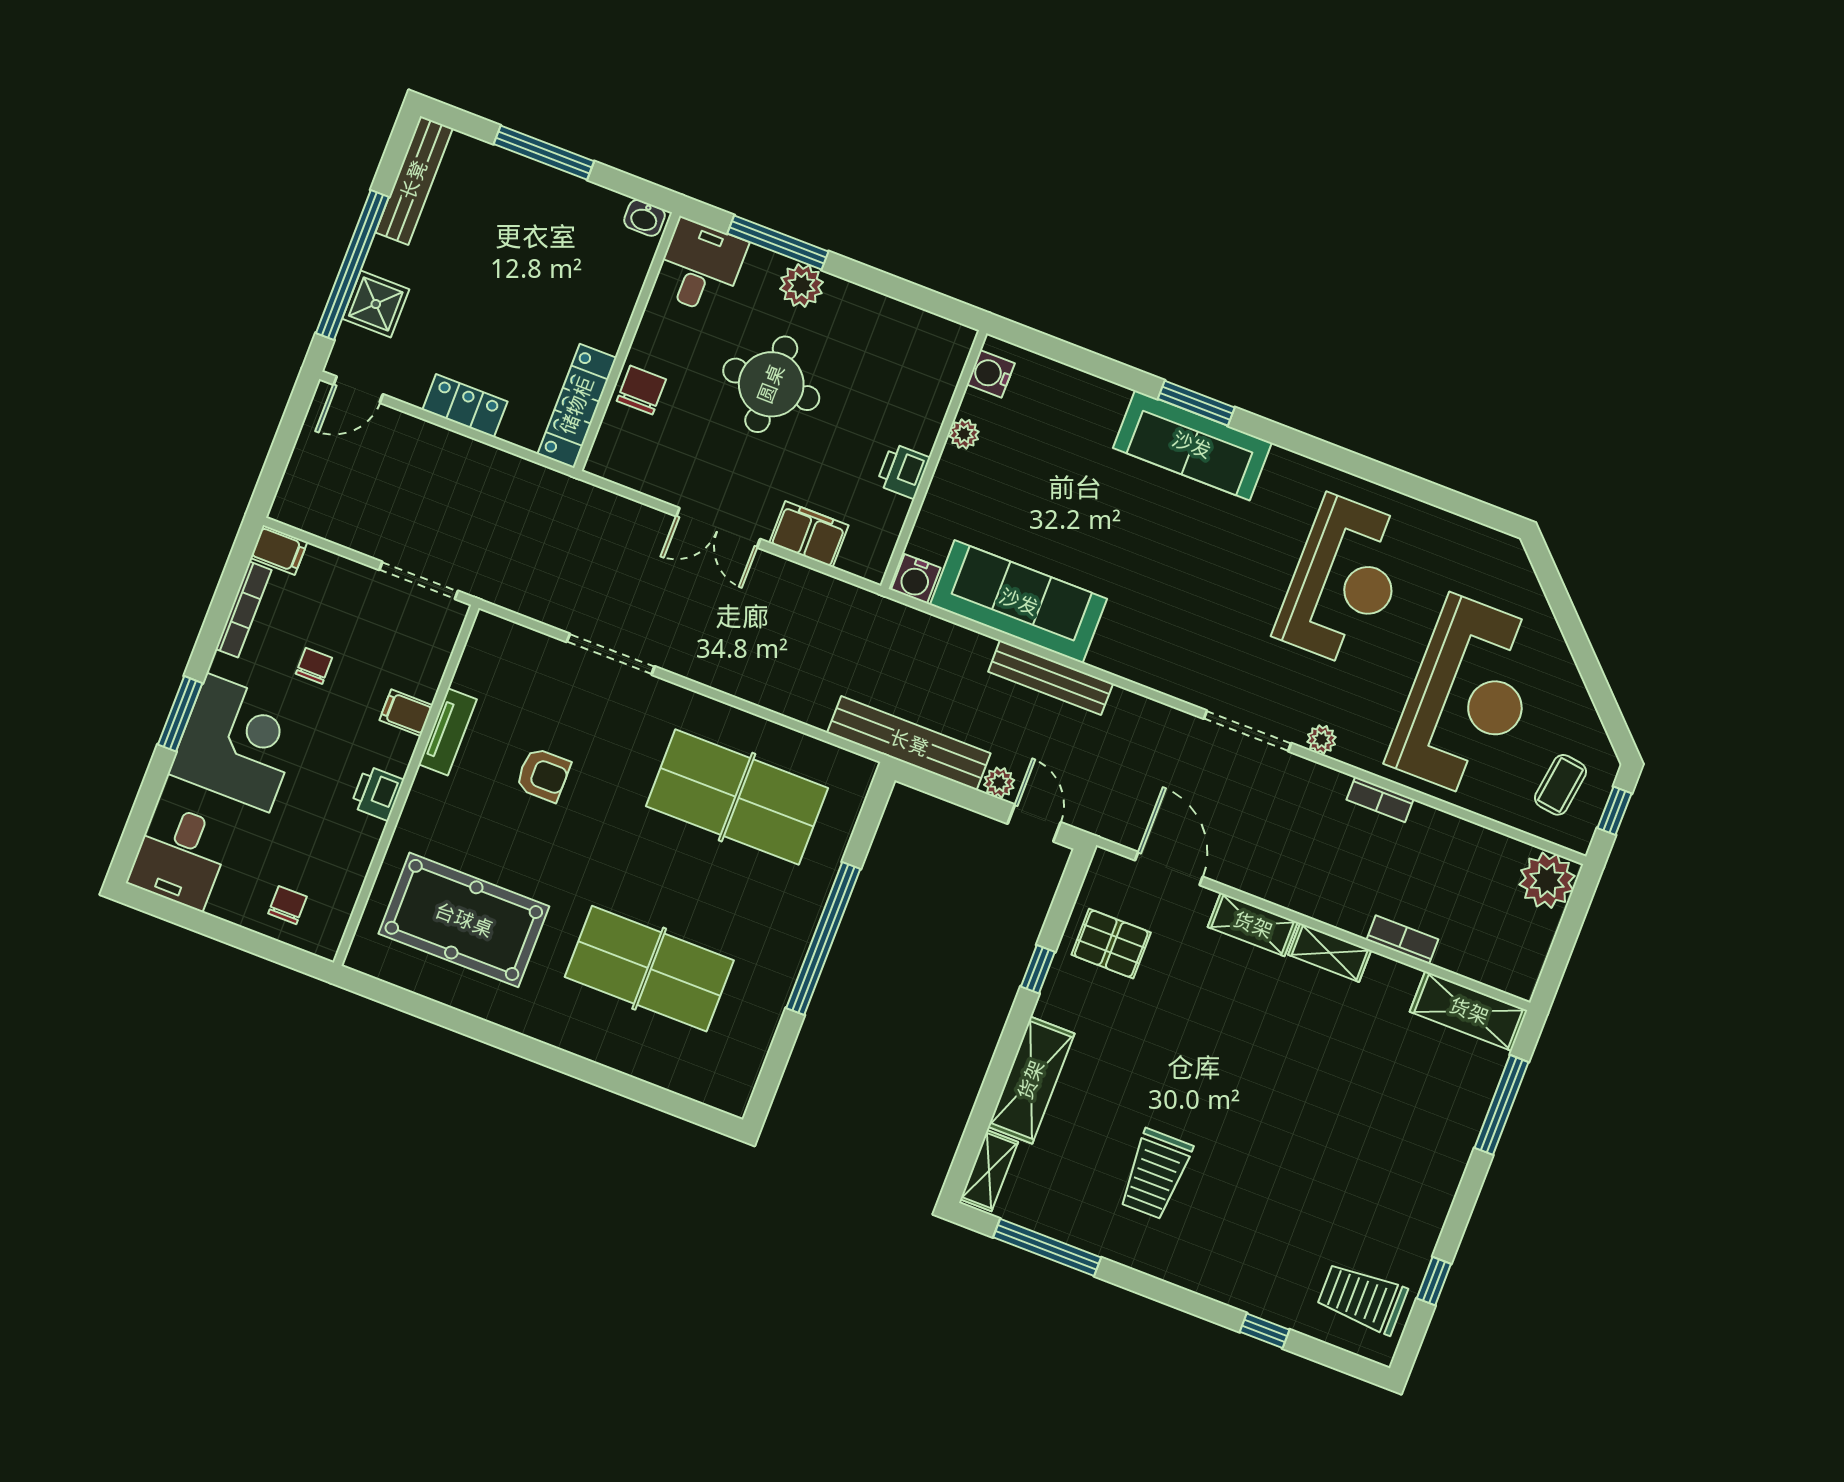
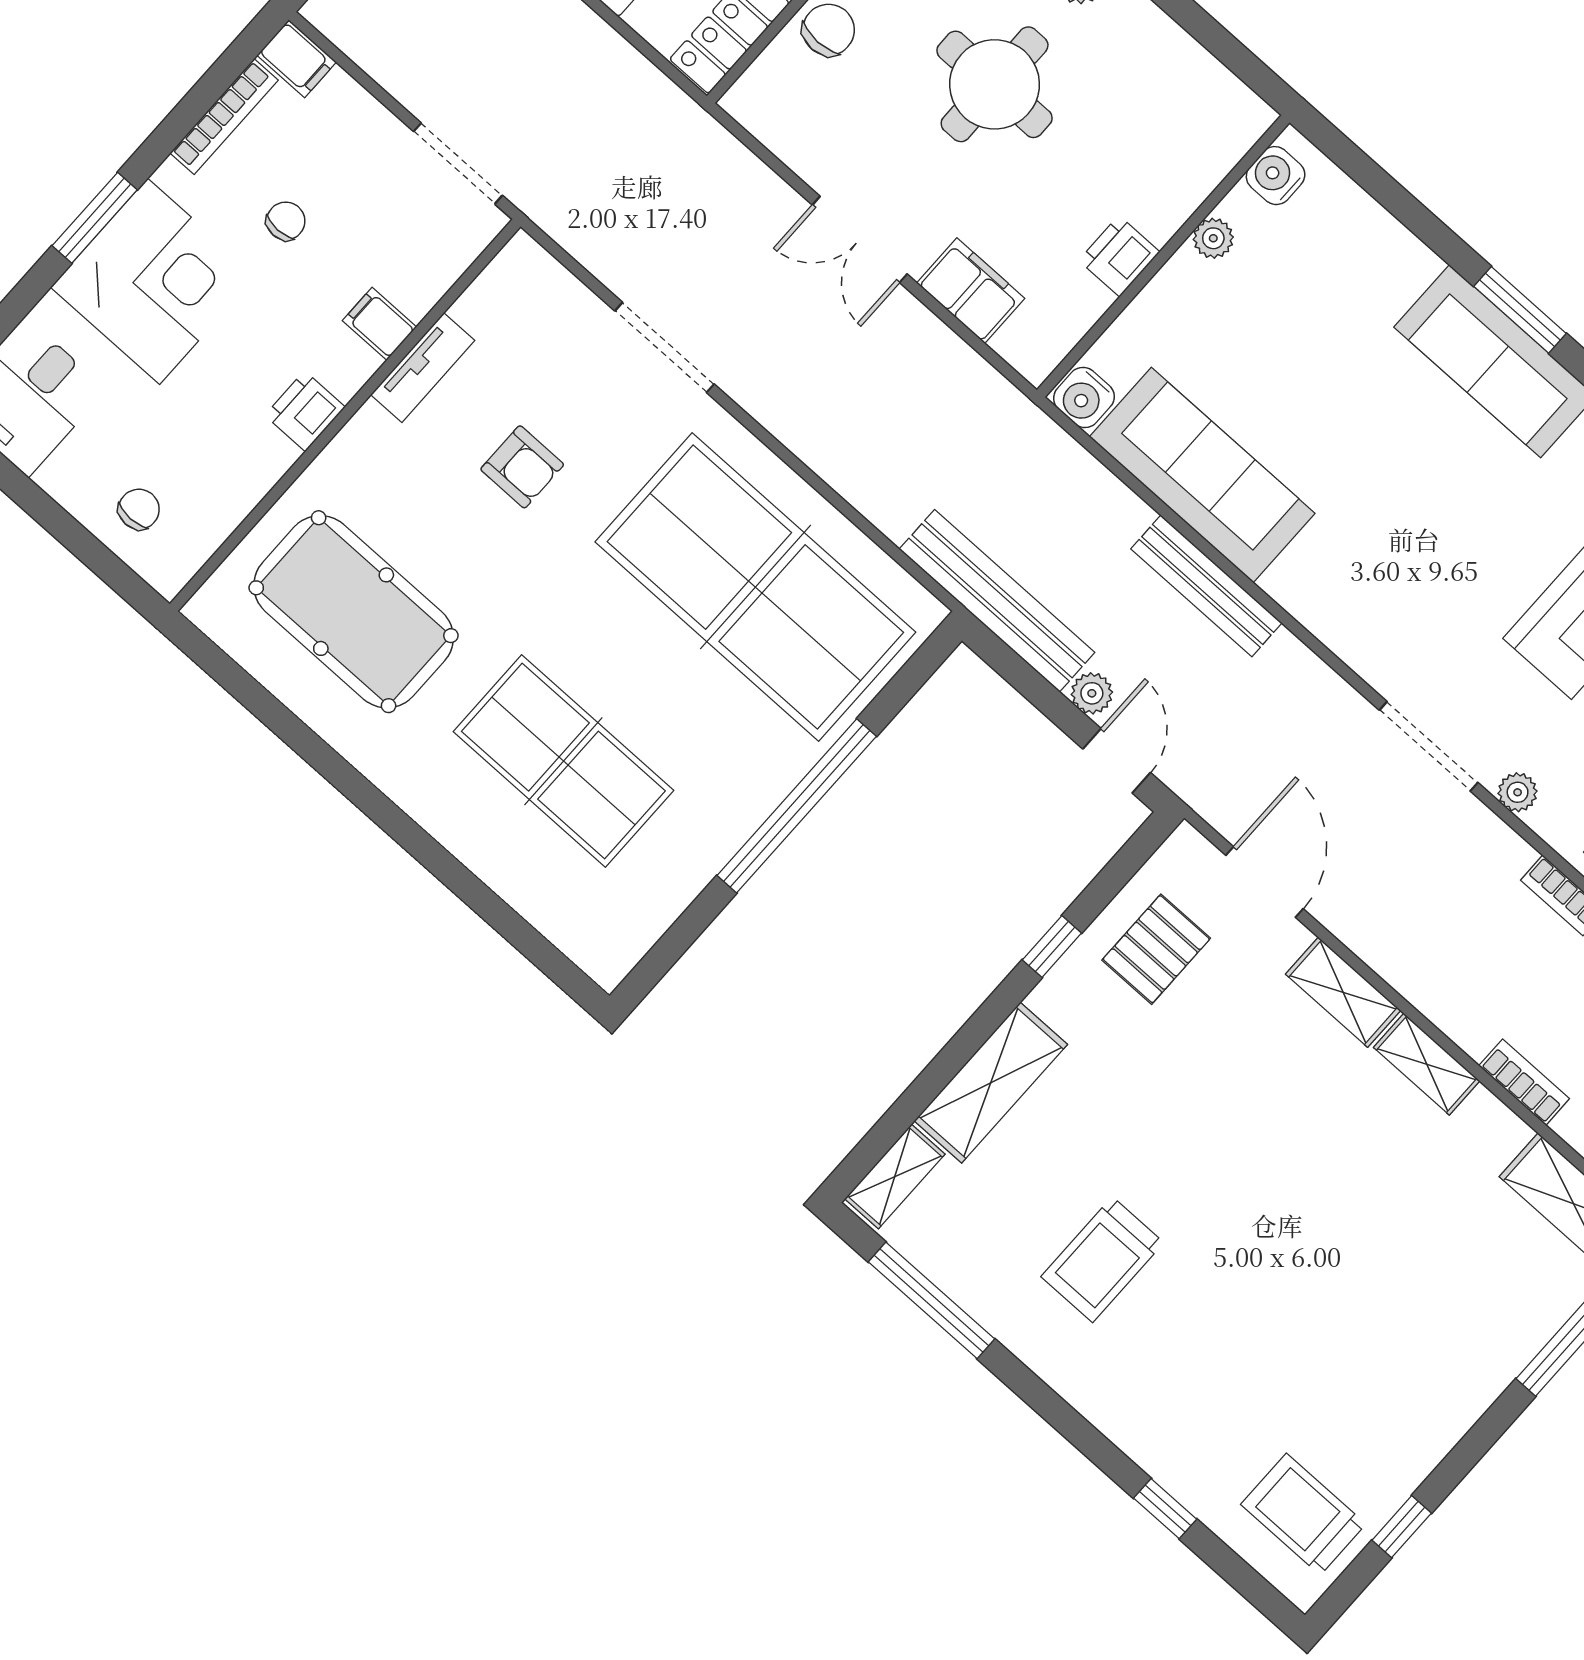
table tennis table: (737, 797) -> (755, 587), width x1.36, depth x1.32
pallet: (1111, 944) -> (1156, 949), turned 90

